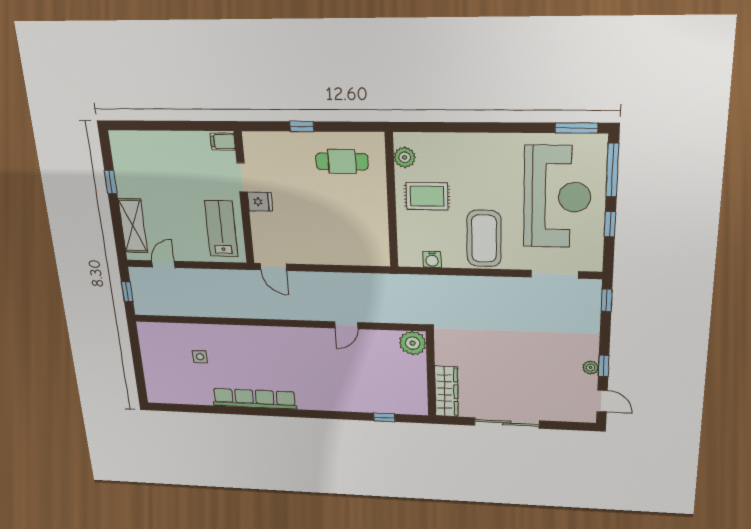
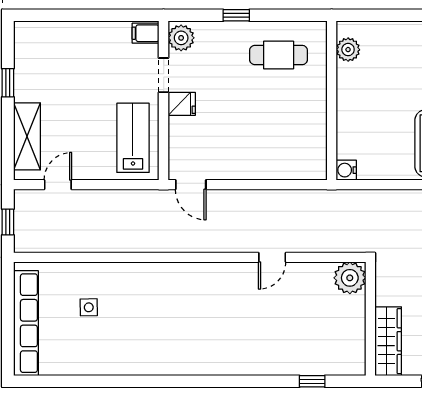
plant: (254, 146) -> (181, 38), added
rug: (427, 196) -> (371, 94), removed
water cooler: (432, 259) -> (346, 170), moved, turned 90
row of seats: (255, 399) -> (26, 323), moved, turned 90

